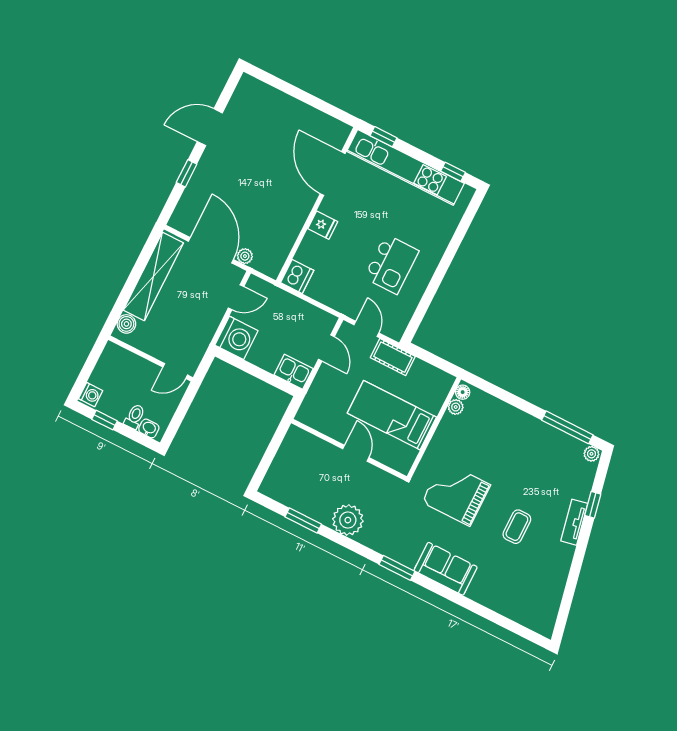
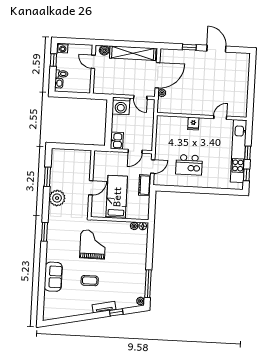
window: (384, 137) -> (248, 153), moved
door: (333, 174) -> (220, 117), width x0.53
dishwasher: (297, 276) -> (163, 122), removed
door: (175, 371) -> (93, 62), moved
sofa: (446, 569) -> (53, 277), moved

